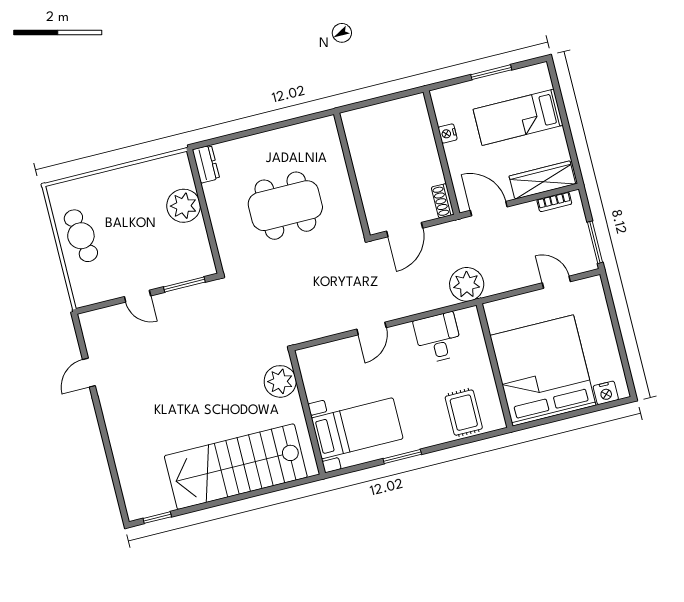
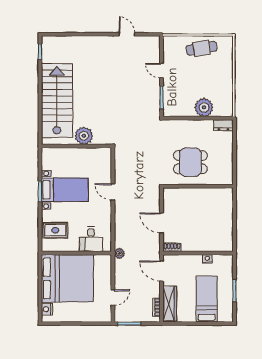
wall: (352, 175) -> (198, 186), moved
dining table: (285, 206) -> (190, 162), width x0.73
door: (489, 209) -> (162, 271), swing flipped
plant: (467, 284) -> (119, 253), width x0.53, depth x0.53
door: (137, 296) -> (162, 71), hinge flipped
desk: (438, 338) -> (91, 239), moved, turned 90
plant: (280, 381) -> (84, 136), moved
bed with nightstands: (357, 428) -> (65, 190), moved, turned -90

